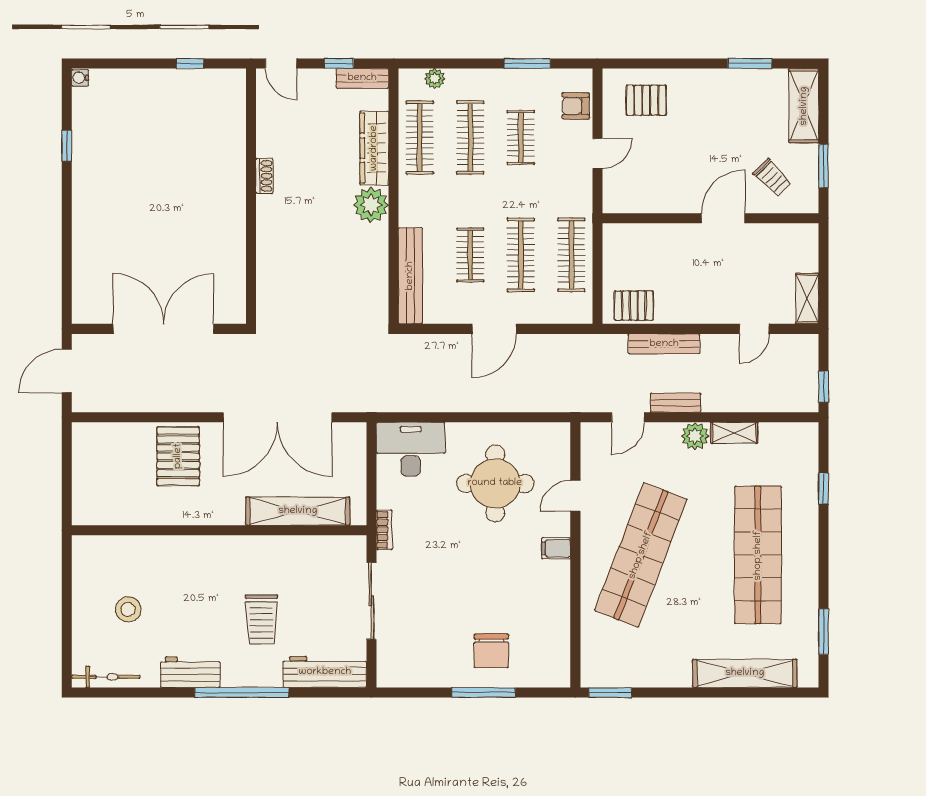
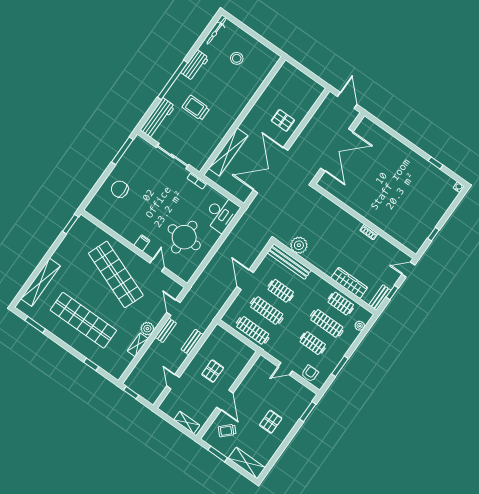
window: (750, 64) -> (308, 412), moved
pallet: (646, 100) -> (271, 422), moved
clothes rail: (420, 137) -> (341, 304), width x0.73
door: (597, 153) -> (285, 369), hinge flipped
plant: (371, 205) -> (299, 245), moved
shelving: (807, 299) -> (187, 422), moved
pallet: (634, 306) -> (213, 371), moved
bench: (664, 344) -> (192, 342), width x0.73
pallet: (178, 456) -> (283, 120), width x0.67, depth x0.71
window: (484, 692) -> (122, 151), moved

